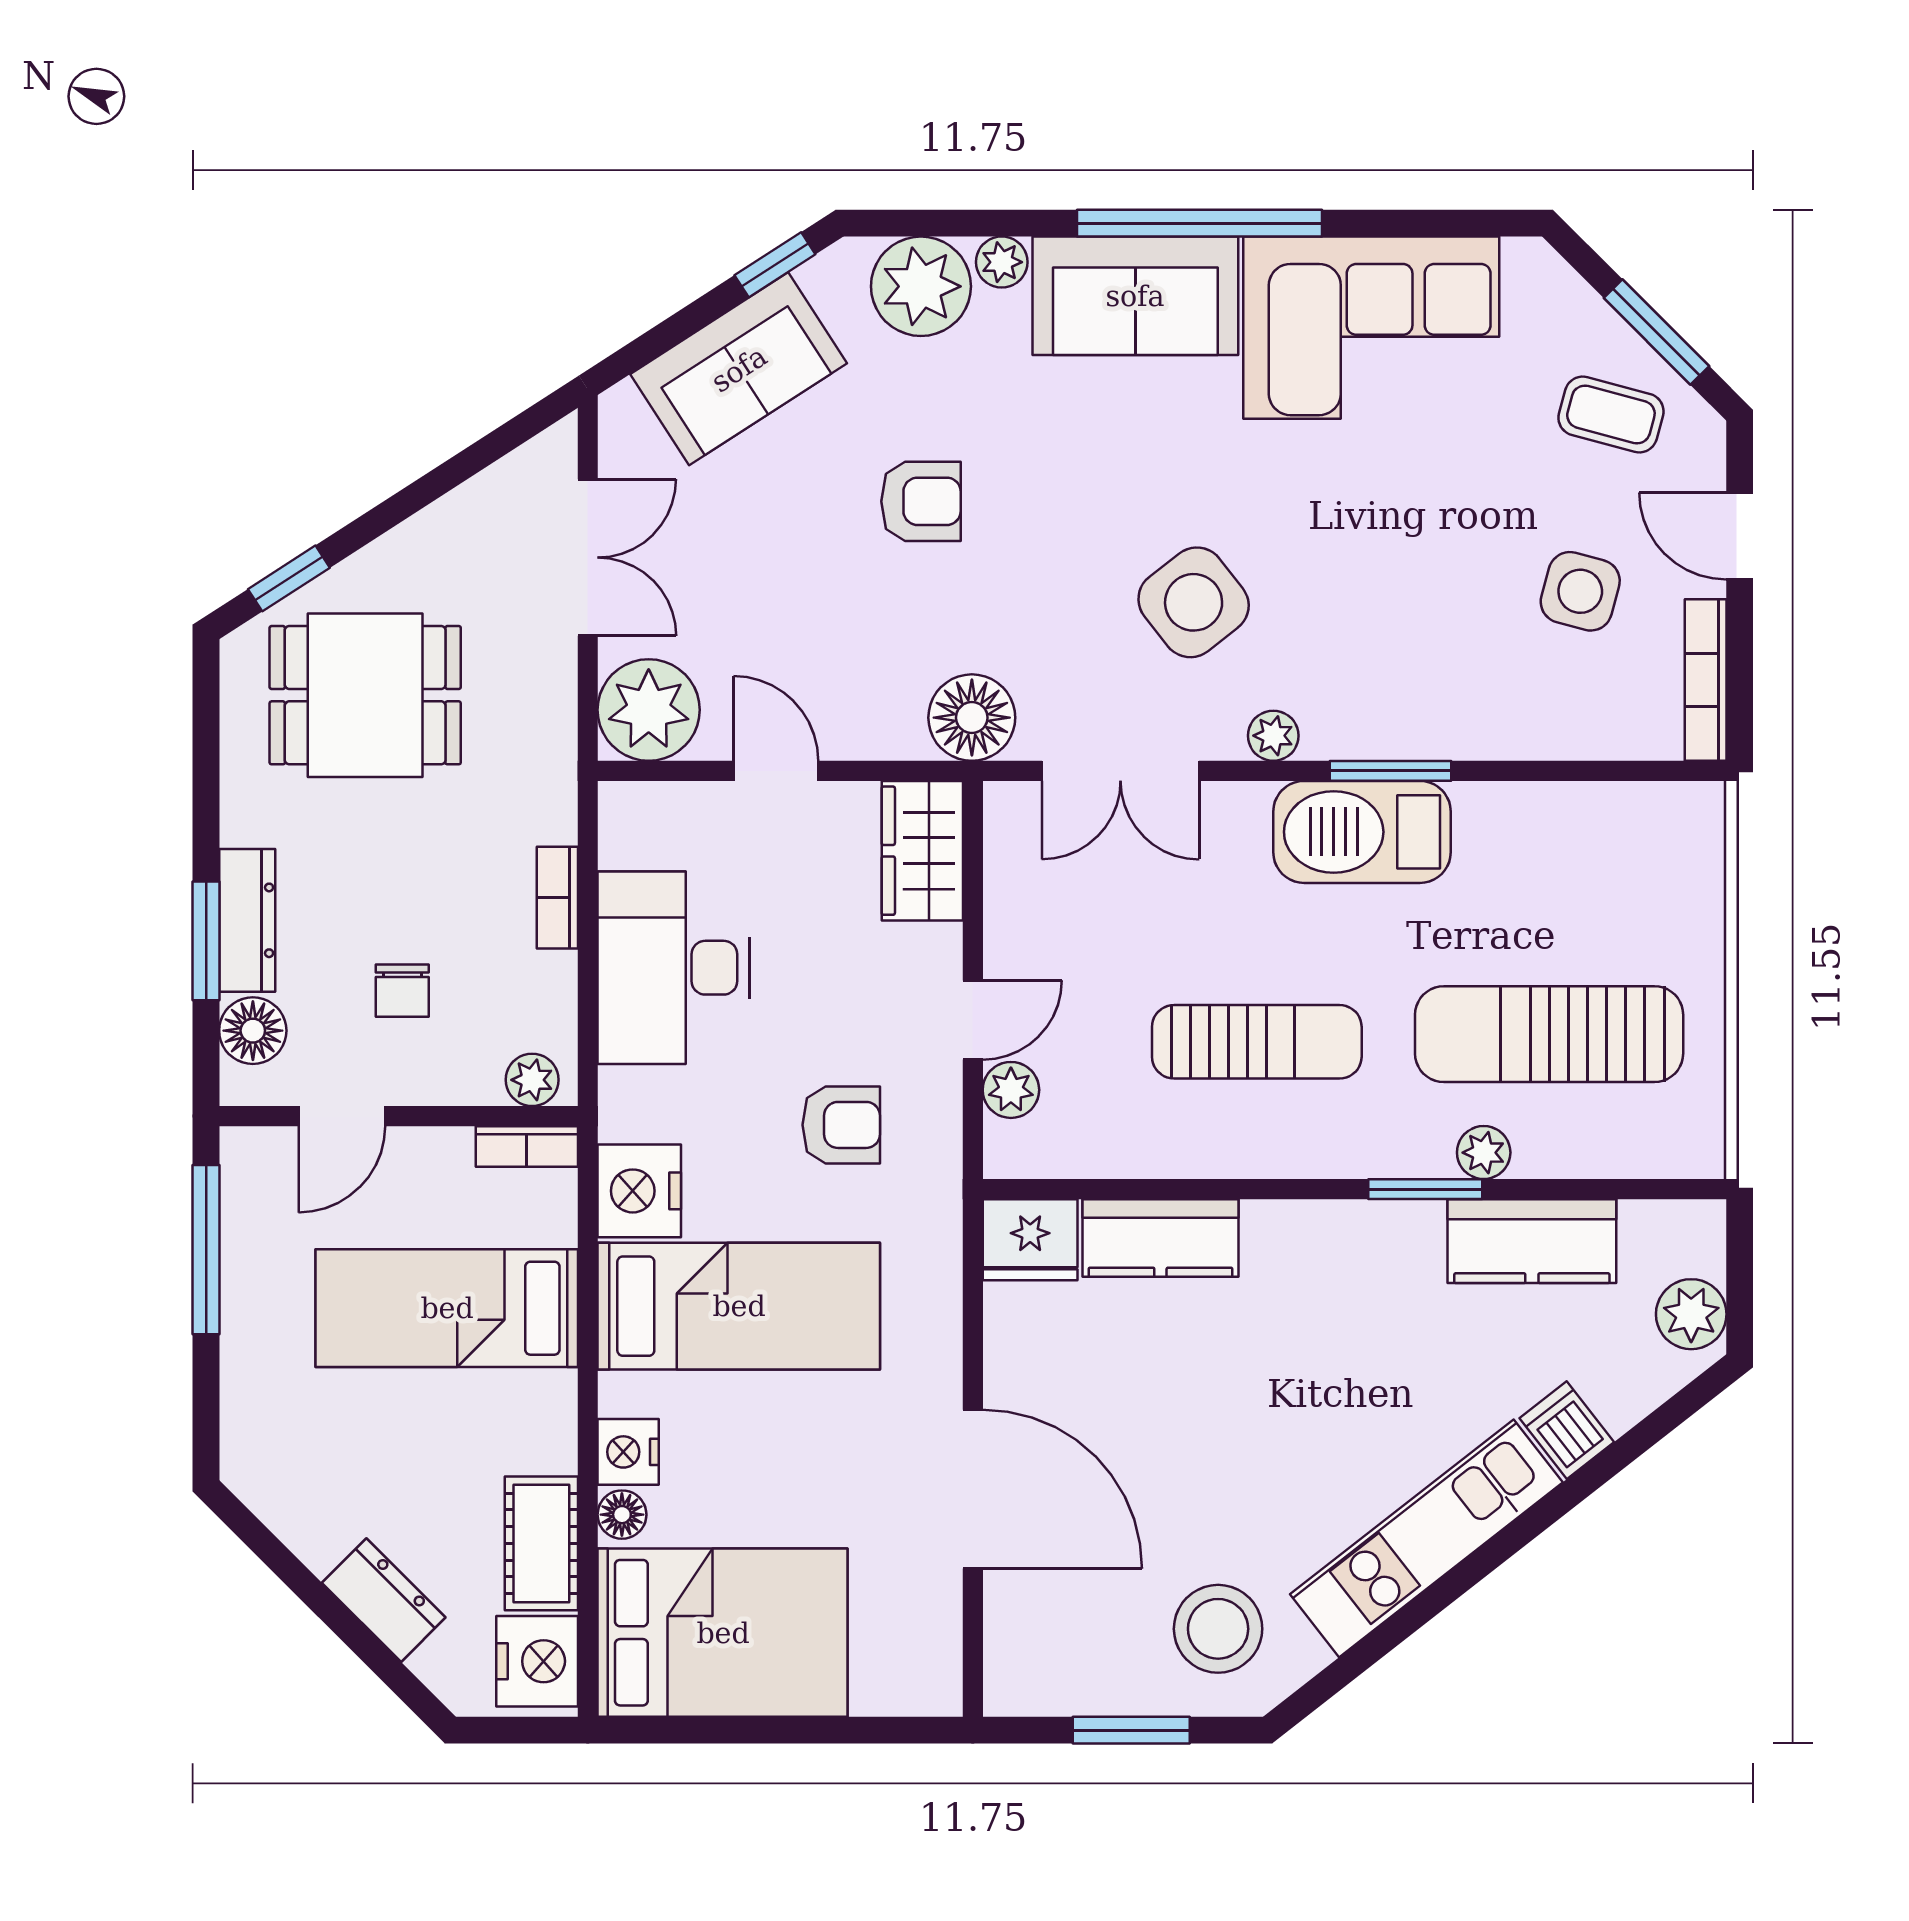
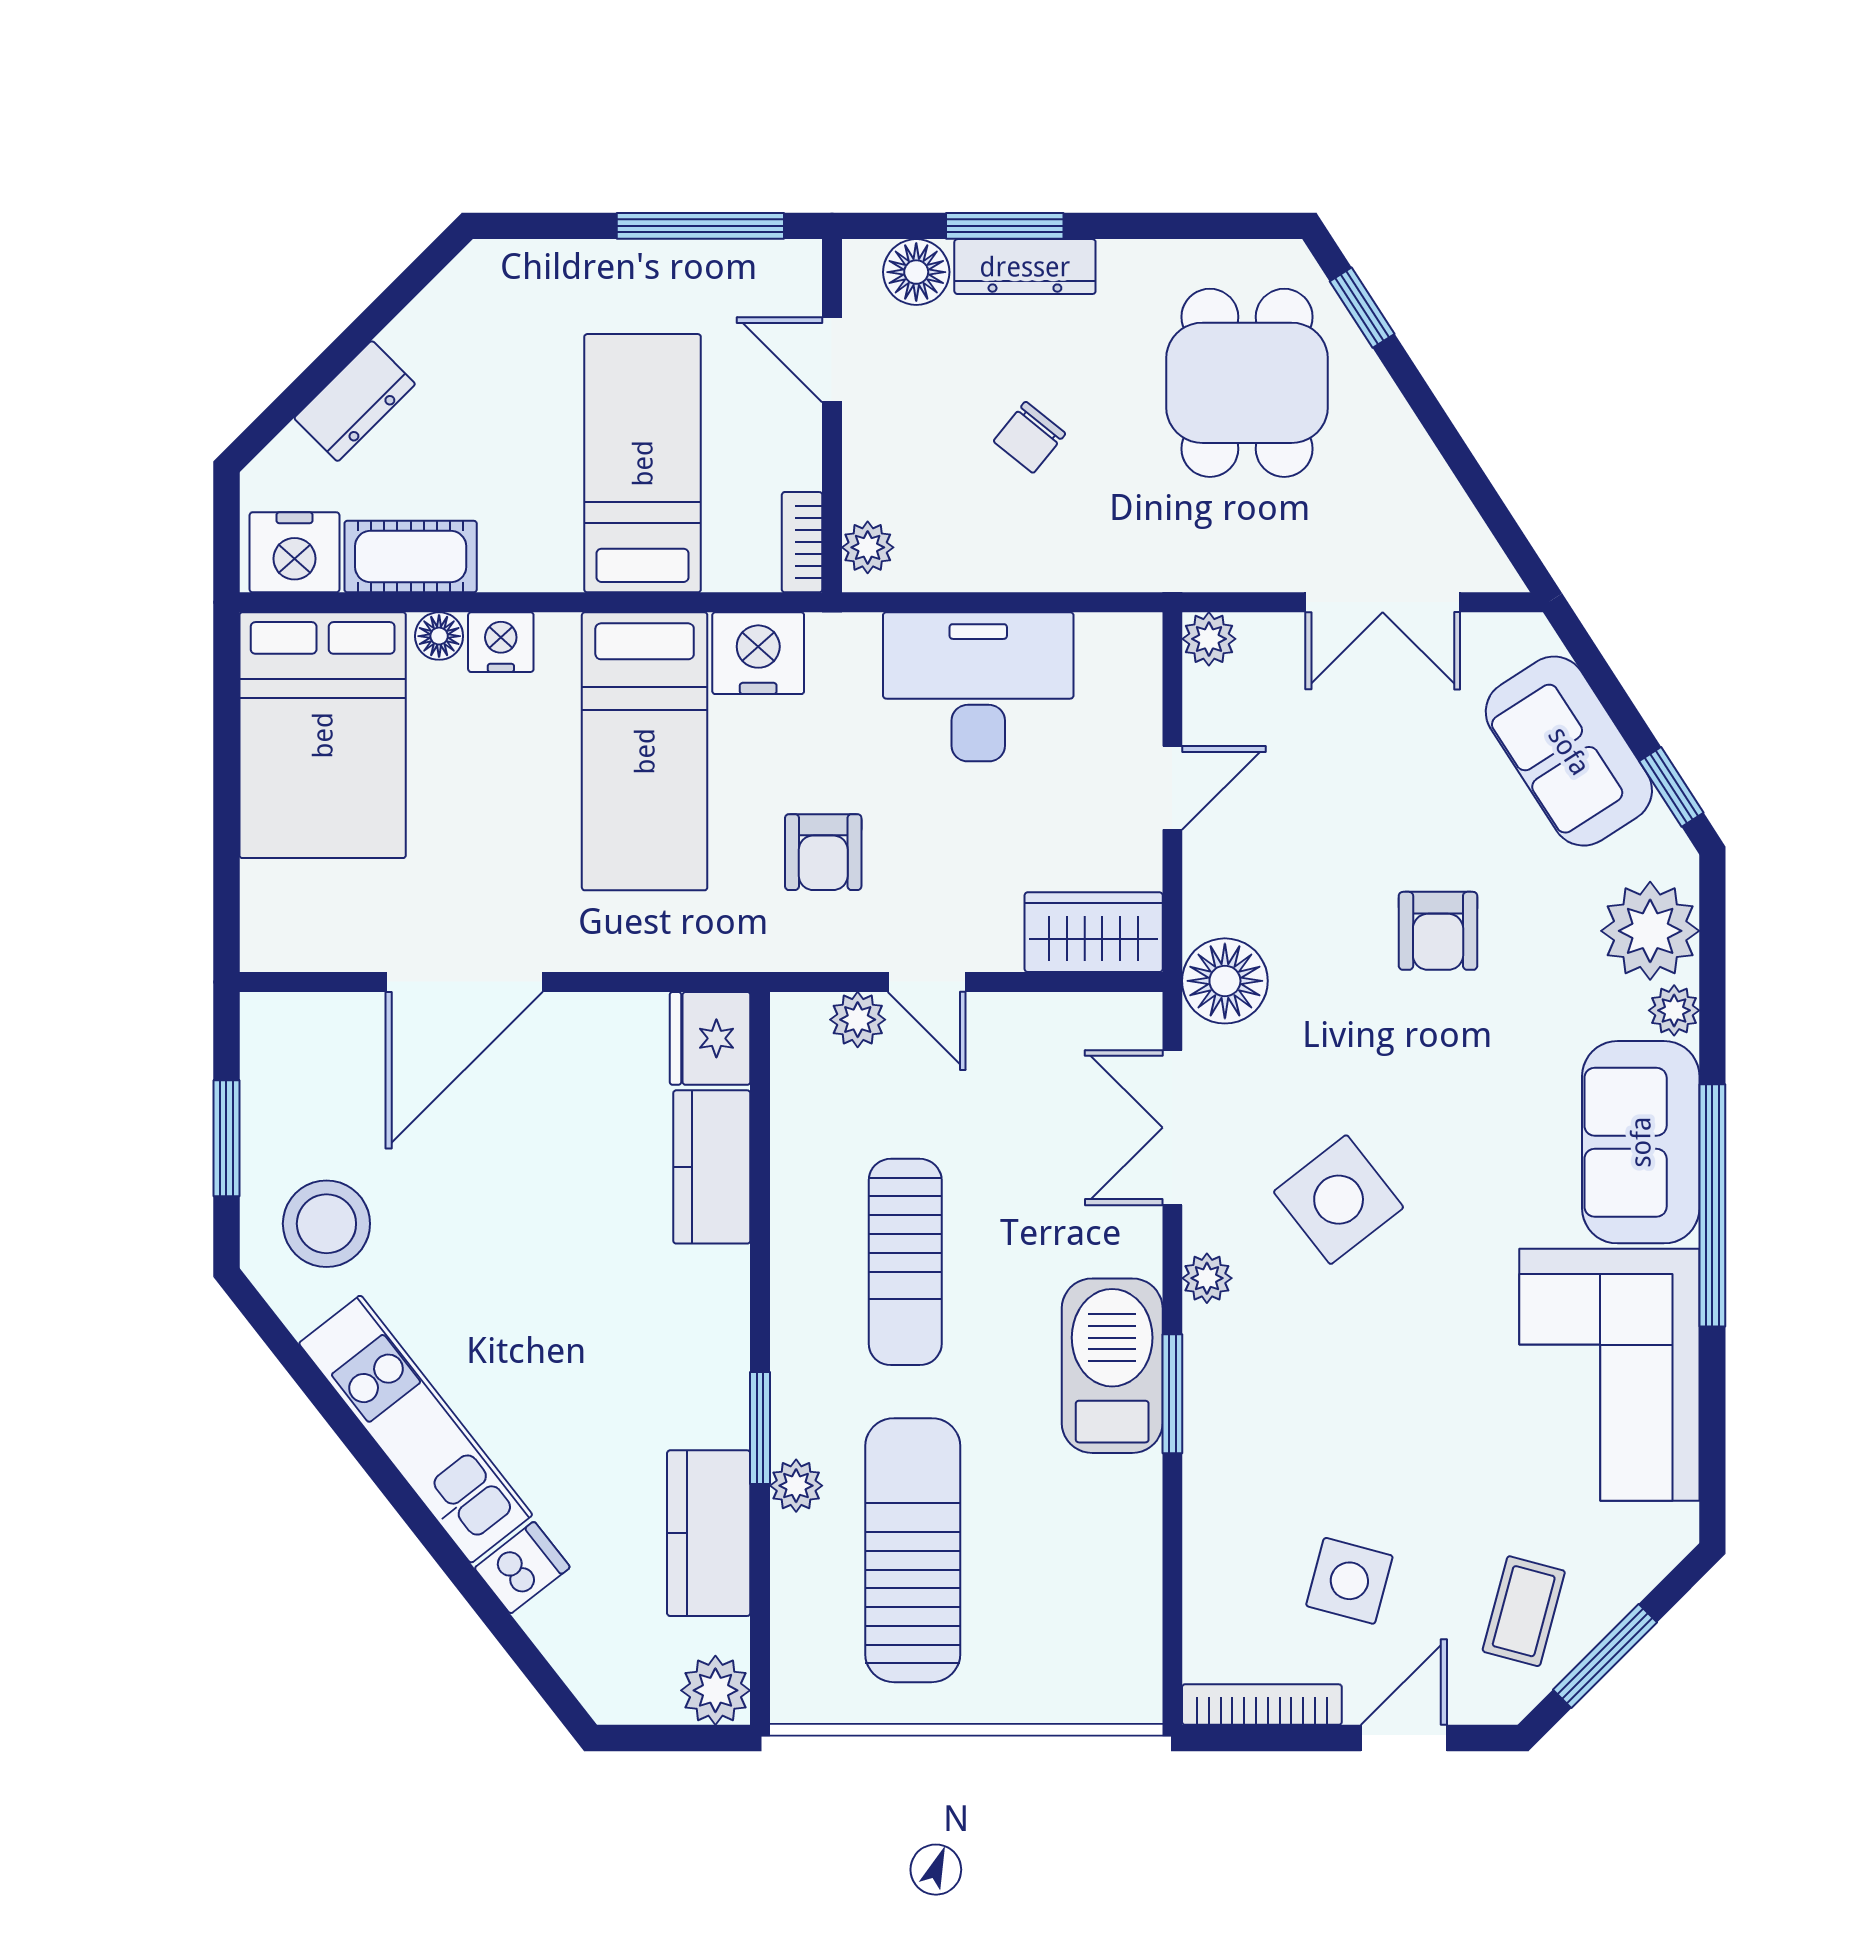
plant: (649, 710) -> (1209, 639), width x0.53, depth x0.53
bookcase: (557, 898) -> (1047, 572), removed
chair: (402, 991) -> (1029, 437), moved, turned -51
plant: (1691, 1314) -> (715, 1690), moved

